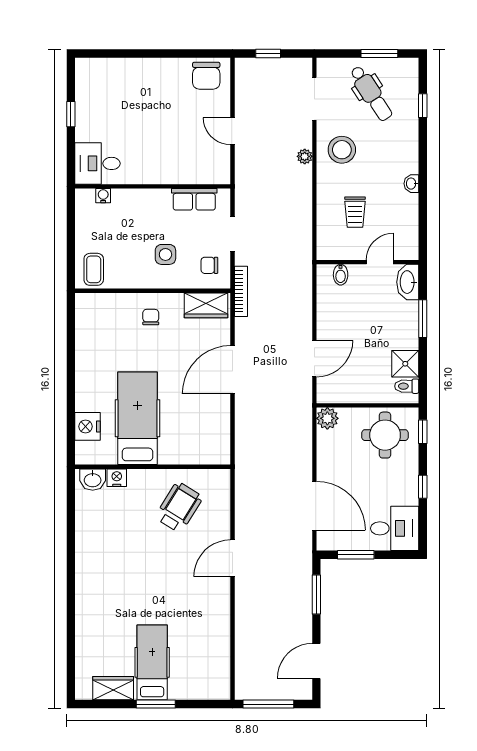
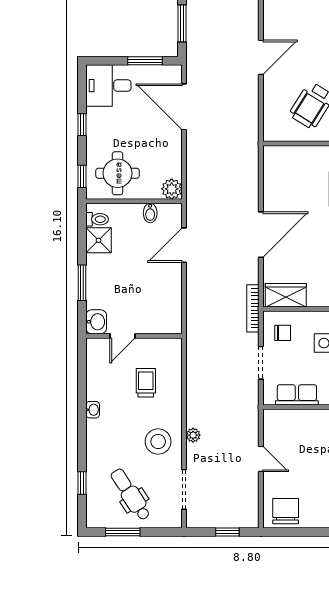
bidet: (341, 275) -> (150, 213), moved, turned 180
washbasin: (408, 282) -> (96, 322), width x0.72

